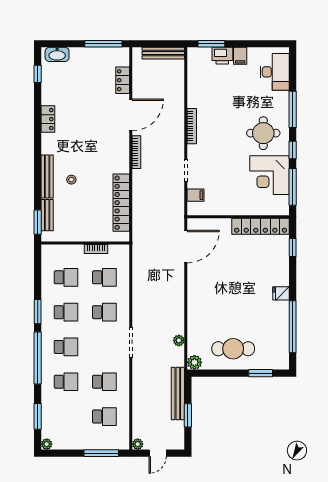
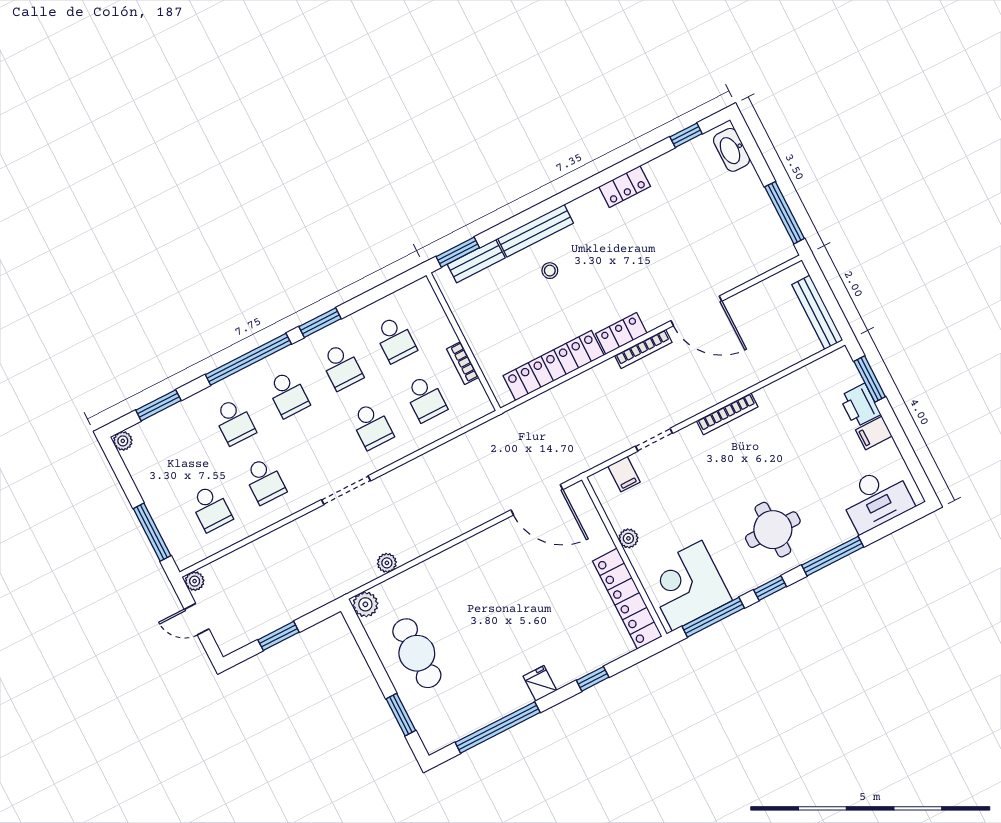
locker: (123, 80) -> (621, 333), moved
corner desk: (270, 175) -> (687, 586), moved
plant: (230, 210) -> (628, 538), added
window: (293, 247) -> (593, 679), moved
bench: (178, 393) -> (304, 603), removed

